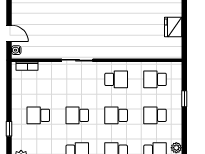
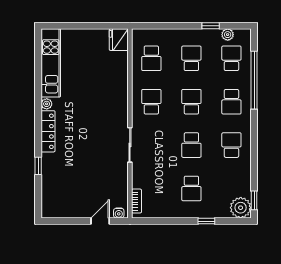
fridge: (173, 27) -> (119, 40), moved, turned 90
window: (184, 99) -> (211, 26), moved
school desk: (116, 115) -> (191, 102), turned 180
school desk: (155, 115) -> (191, 58), turned 180

